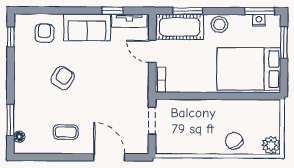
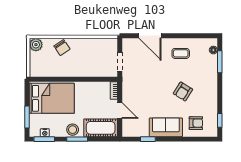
window: (188, 11) -> (77, 139), moved
tv unit: (129, 21) -> (136, 132), removed
armchair: (44, 33) -> (196, 123), turned -90

